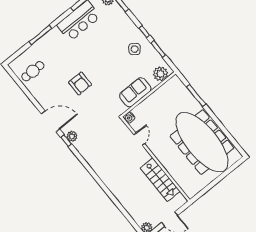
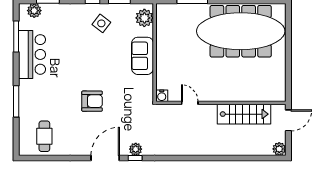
water cooler: (129, 118) -> (162, 96), moved
door: (139, 139) -> (190, 103), moved
wall: (155, 159) -> (221, 103), moved
stairs: (160, 180) -> (244, 114), moved

